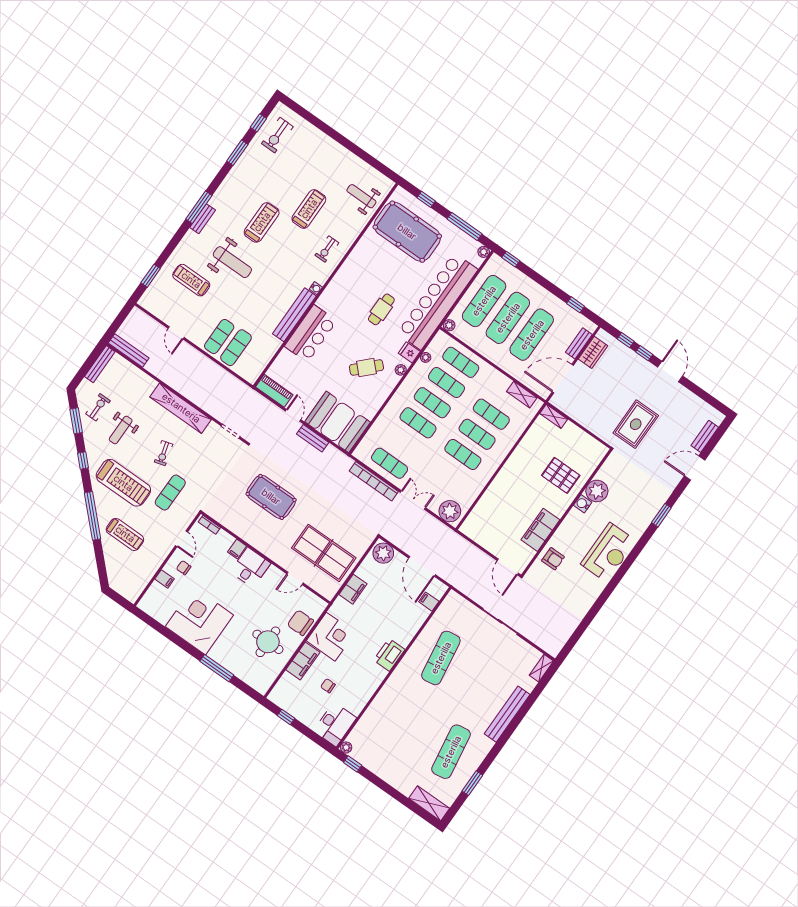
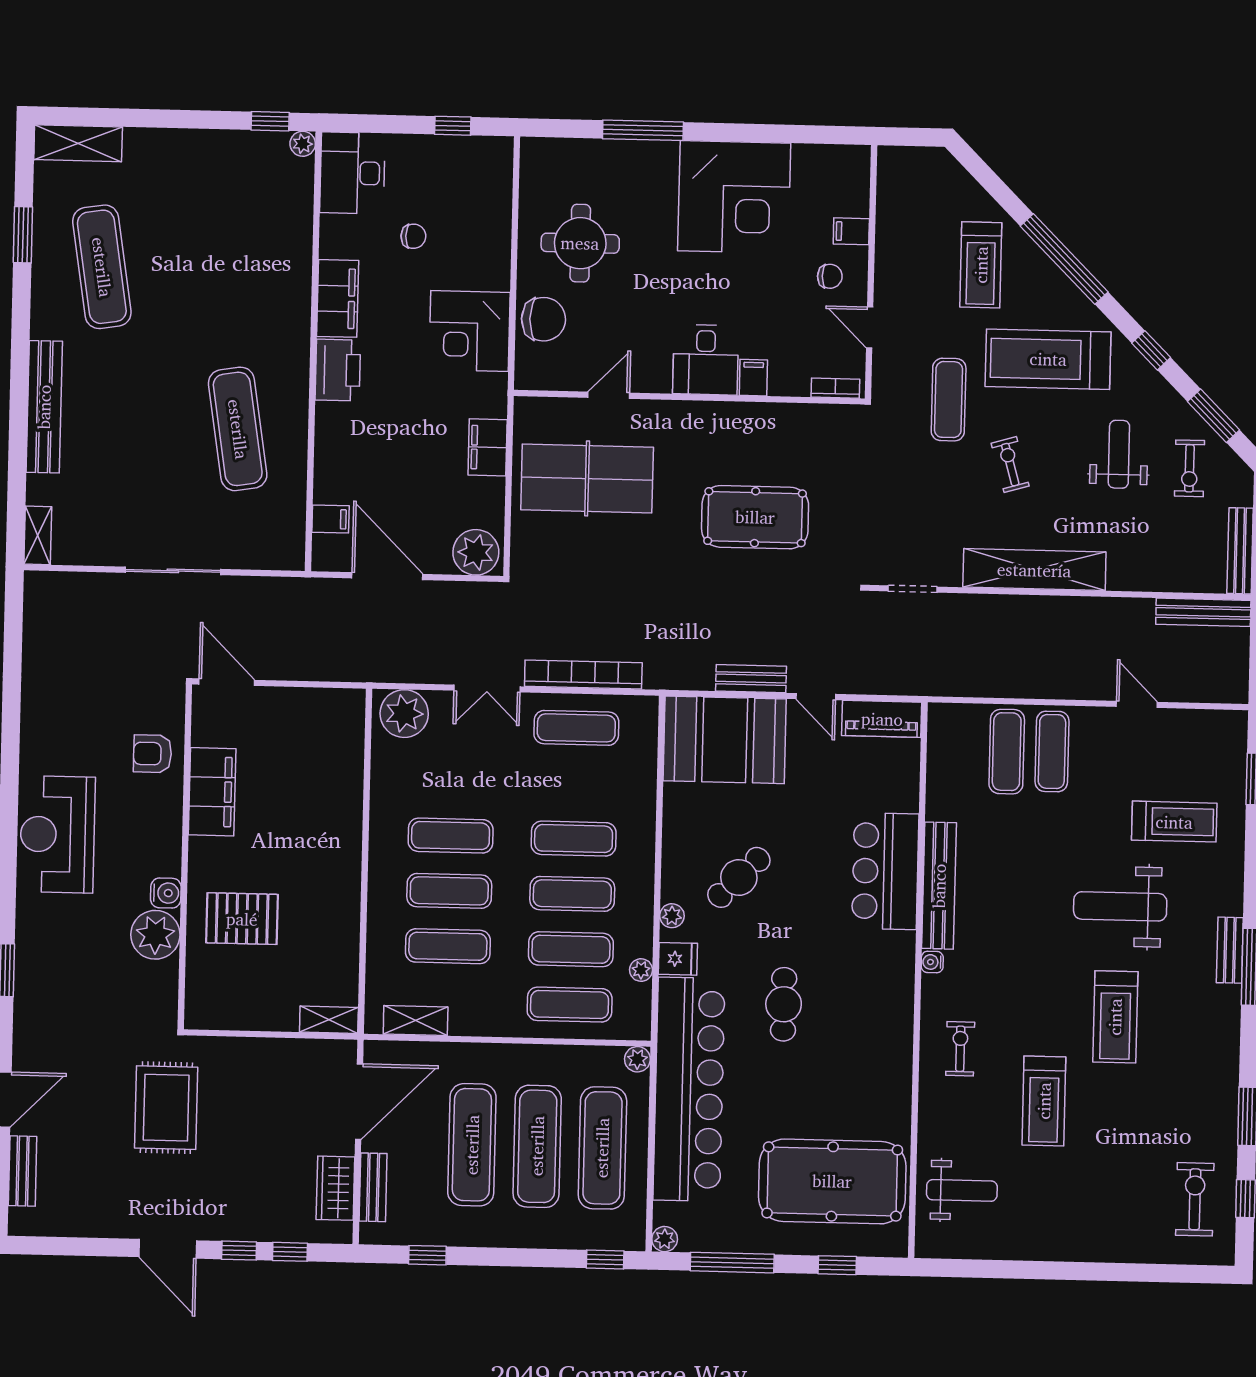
treadmill: (125, 534) -> (981, 265), turned -90
filing cabinet: (303, 661) -> (338, 298), moved, turned 180

